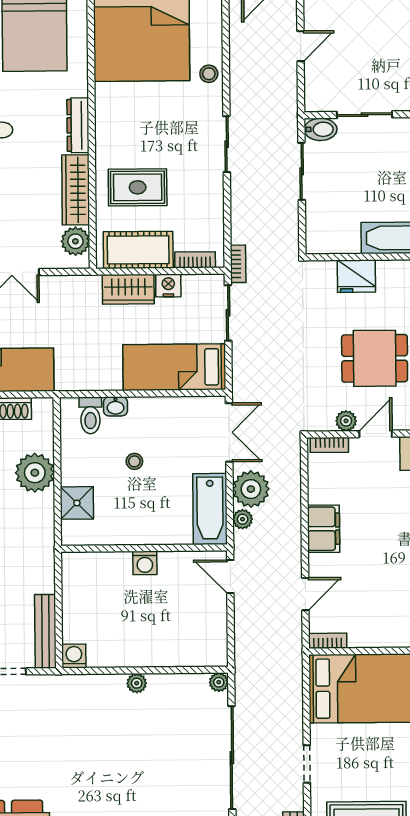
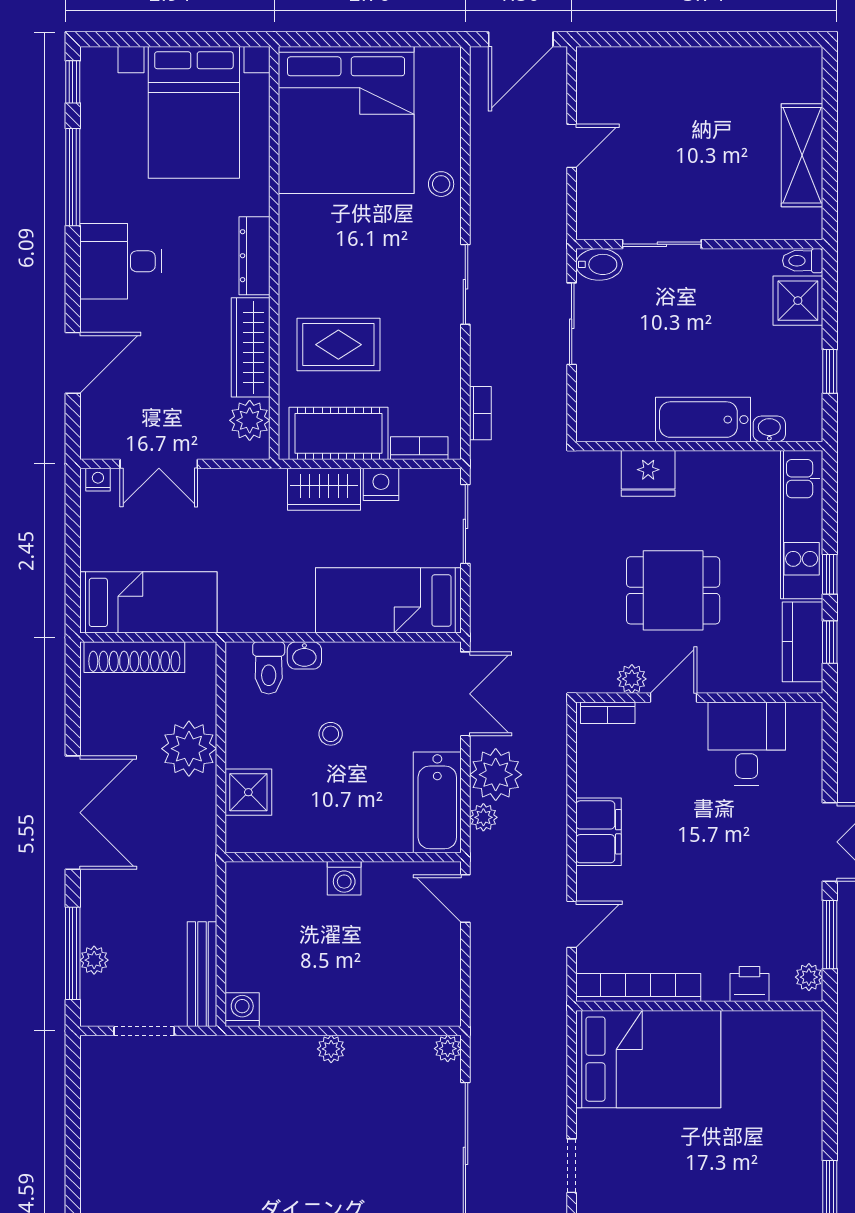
bookcase: (238, 264) -> (480, 413), moved
bookcase: (328, 641) -> (638, 988), width x2.31, depth x1.31

